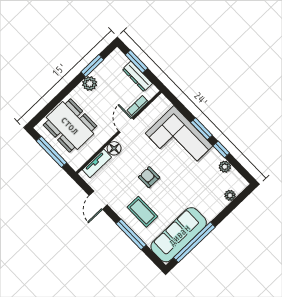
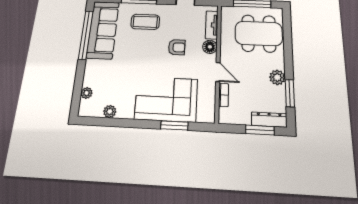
dresser: (137, 76) -> (269, 120), moved
window: (201, 129) -> (174, 125), moved
window: (221, 149) -> (125, 123), removed
armchair: (149, 177) -> (177, 47), moved

